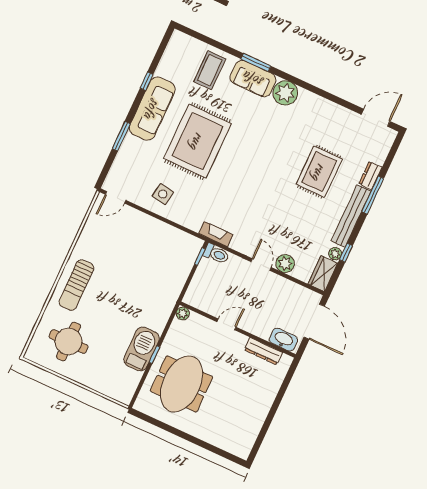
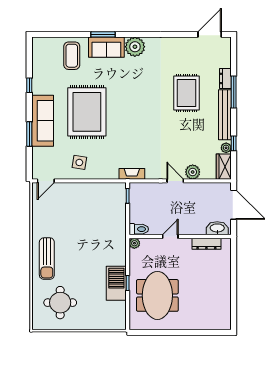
sofa: (152, 109) -> (43, 121), moved
toilet: (216, 254) -> (139, 229), moved

